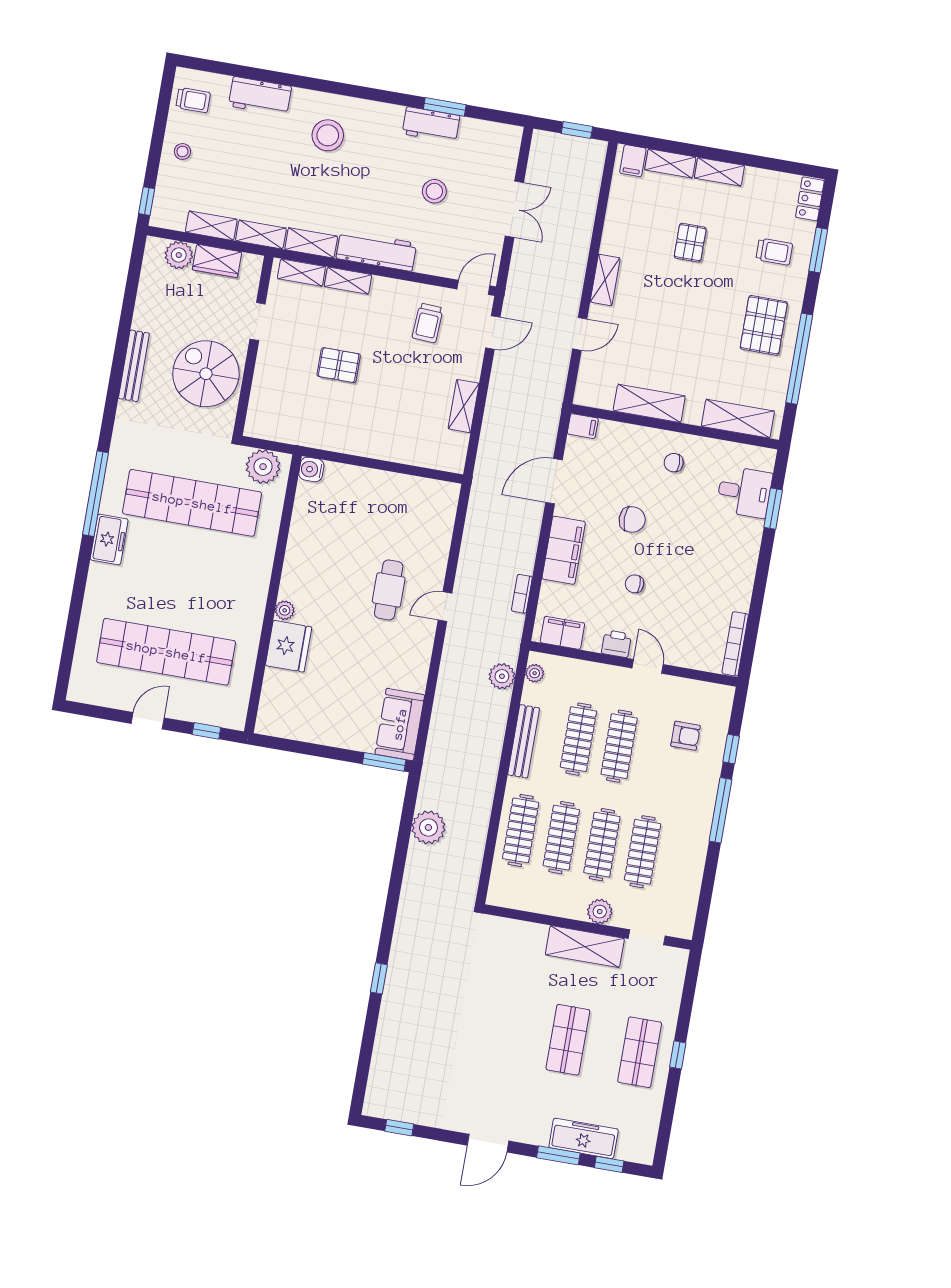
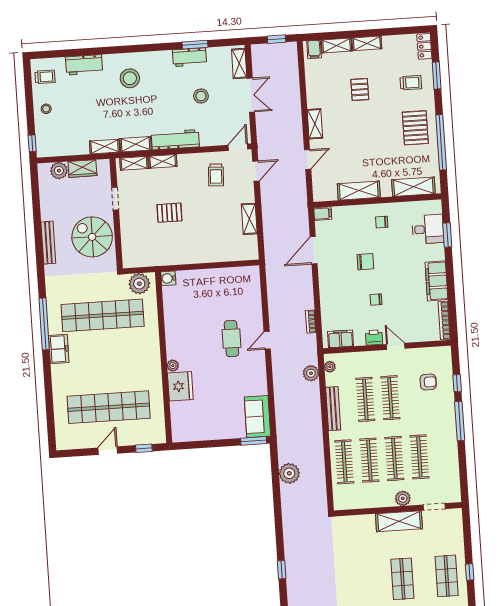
shelving: (211, 226) -> (239, 63), moved, turned 90
filing cabinet: (564, 550) -> (436, 281), moved, turned 180

